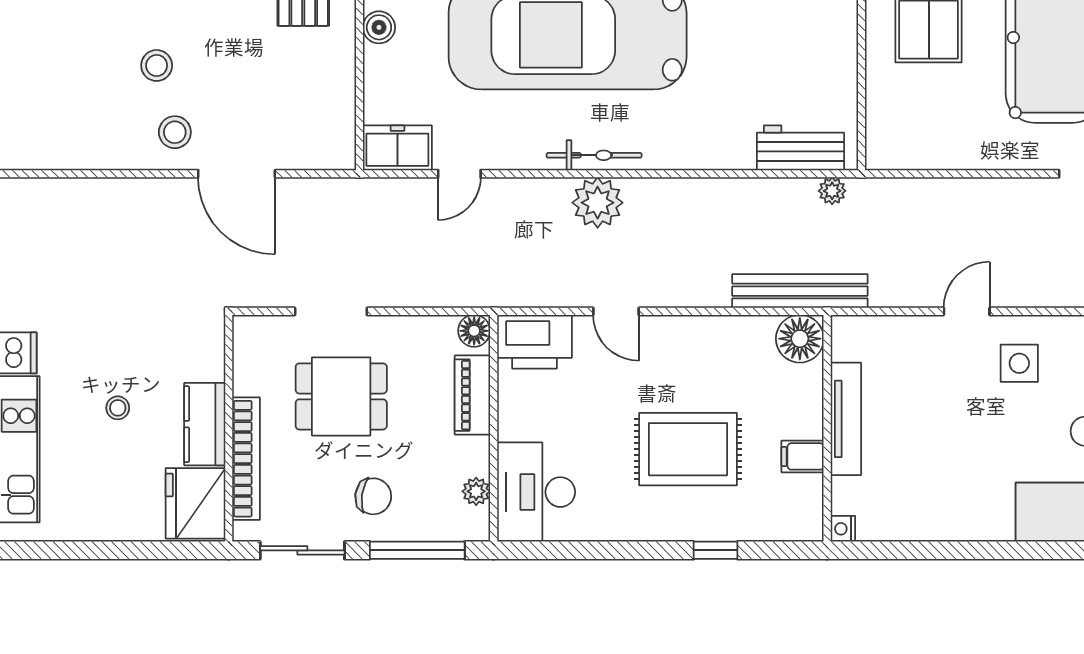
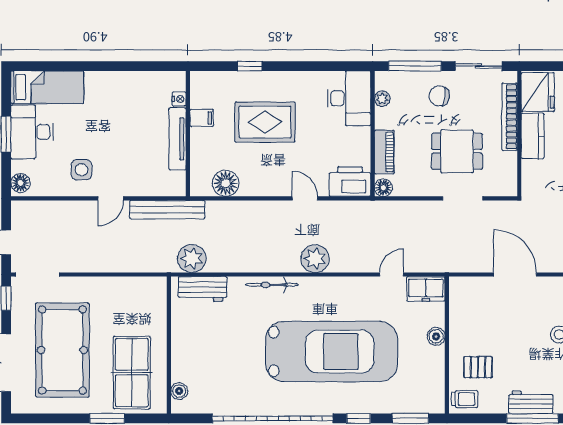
boiler: (379, 27) -> (436, 336), moved
stool: (175, 132) -> (549, 298), removed
bicycle: (594, 155) -> (272, 285), moved
plant: (832, 191) -> (192, 259), width x1.88, depth x1.88
bench: (800, 291) -> (167, 210), moved
floor lamp: (800, 339) -> (226, 183), moved
nightstand: (843, 529) -> (179, 99), moved

